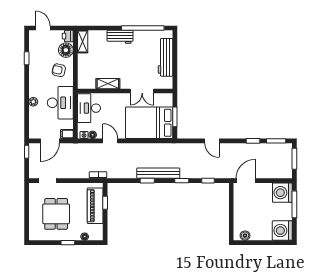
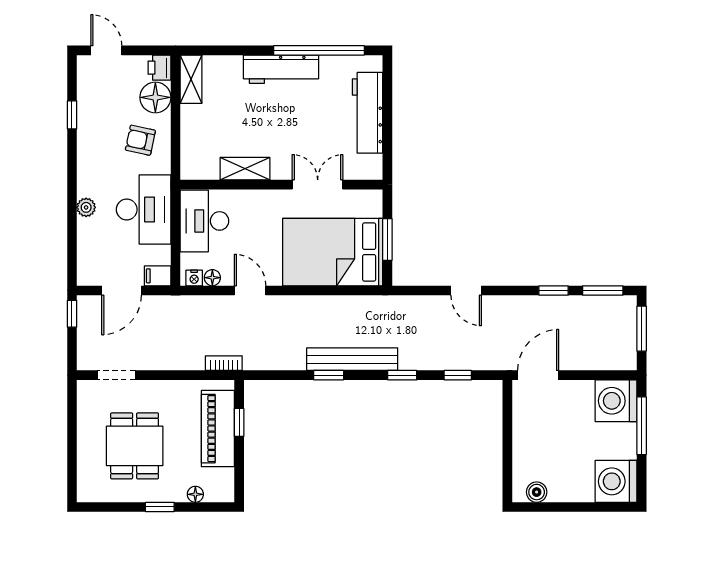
workbench: (120, 37) -> (281, 69), width x1.38
double door: (142, 91) -> (318, 185), swing flipped

